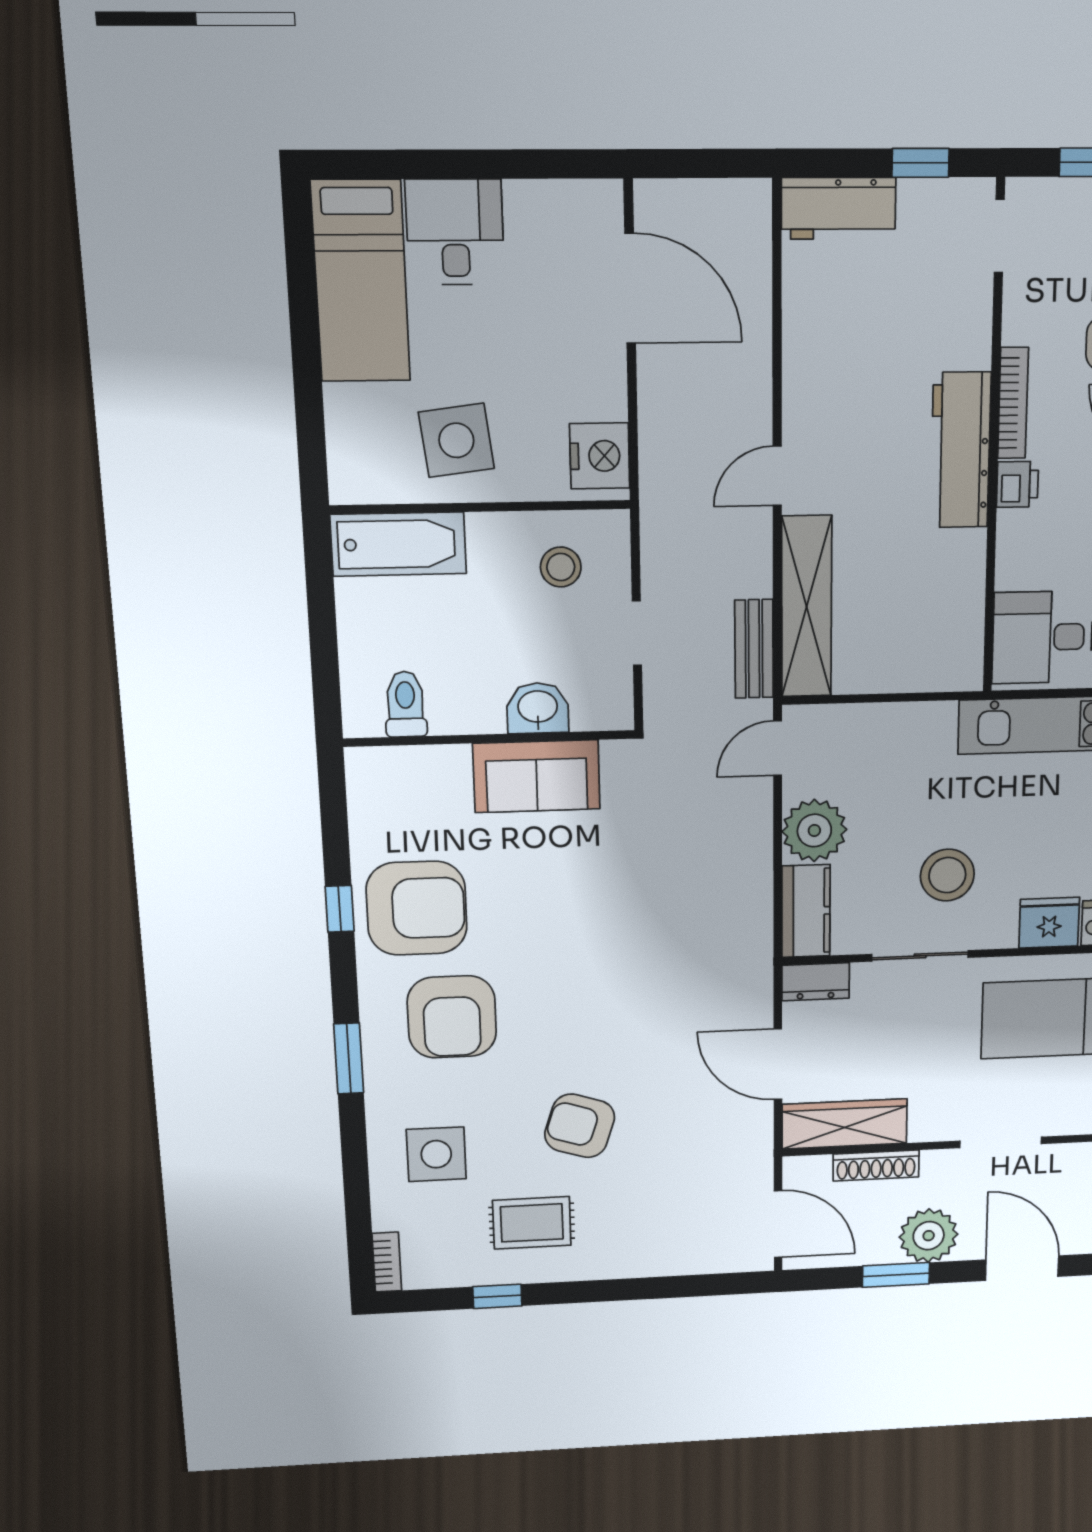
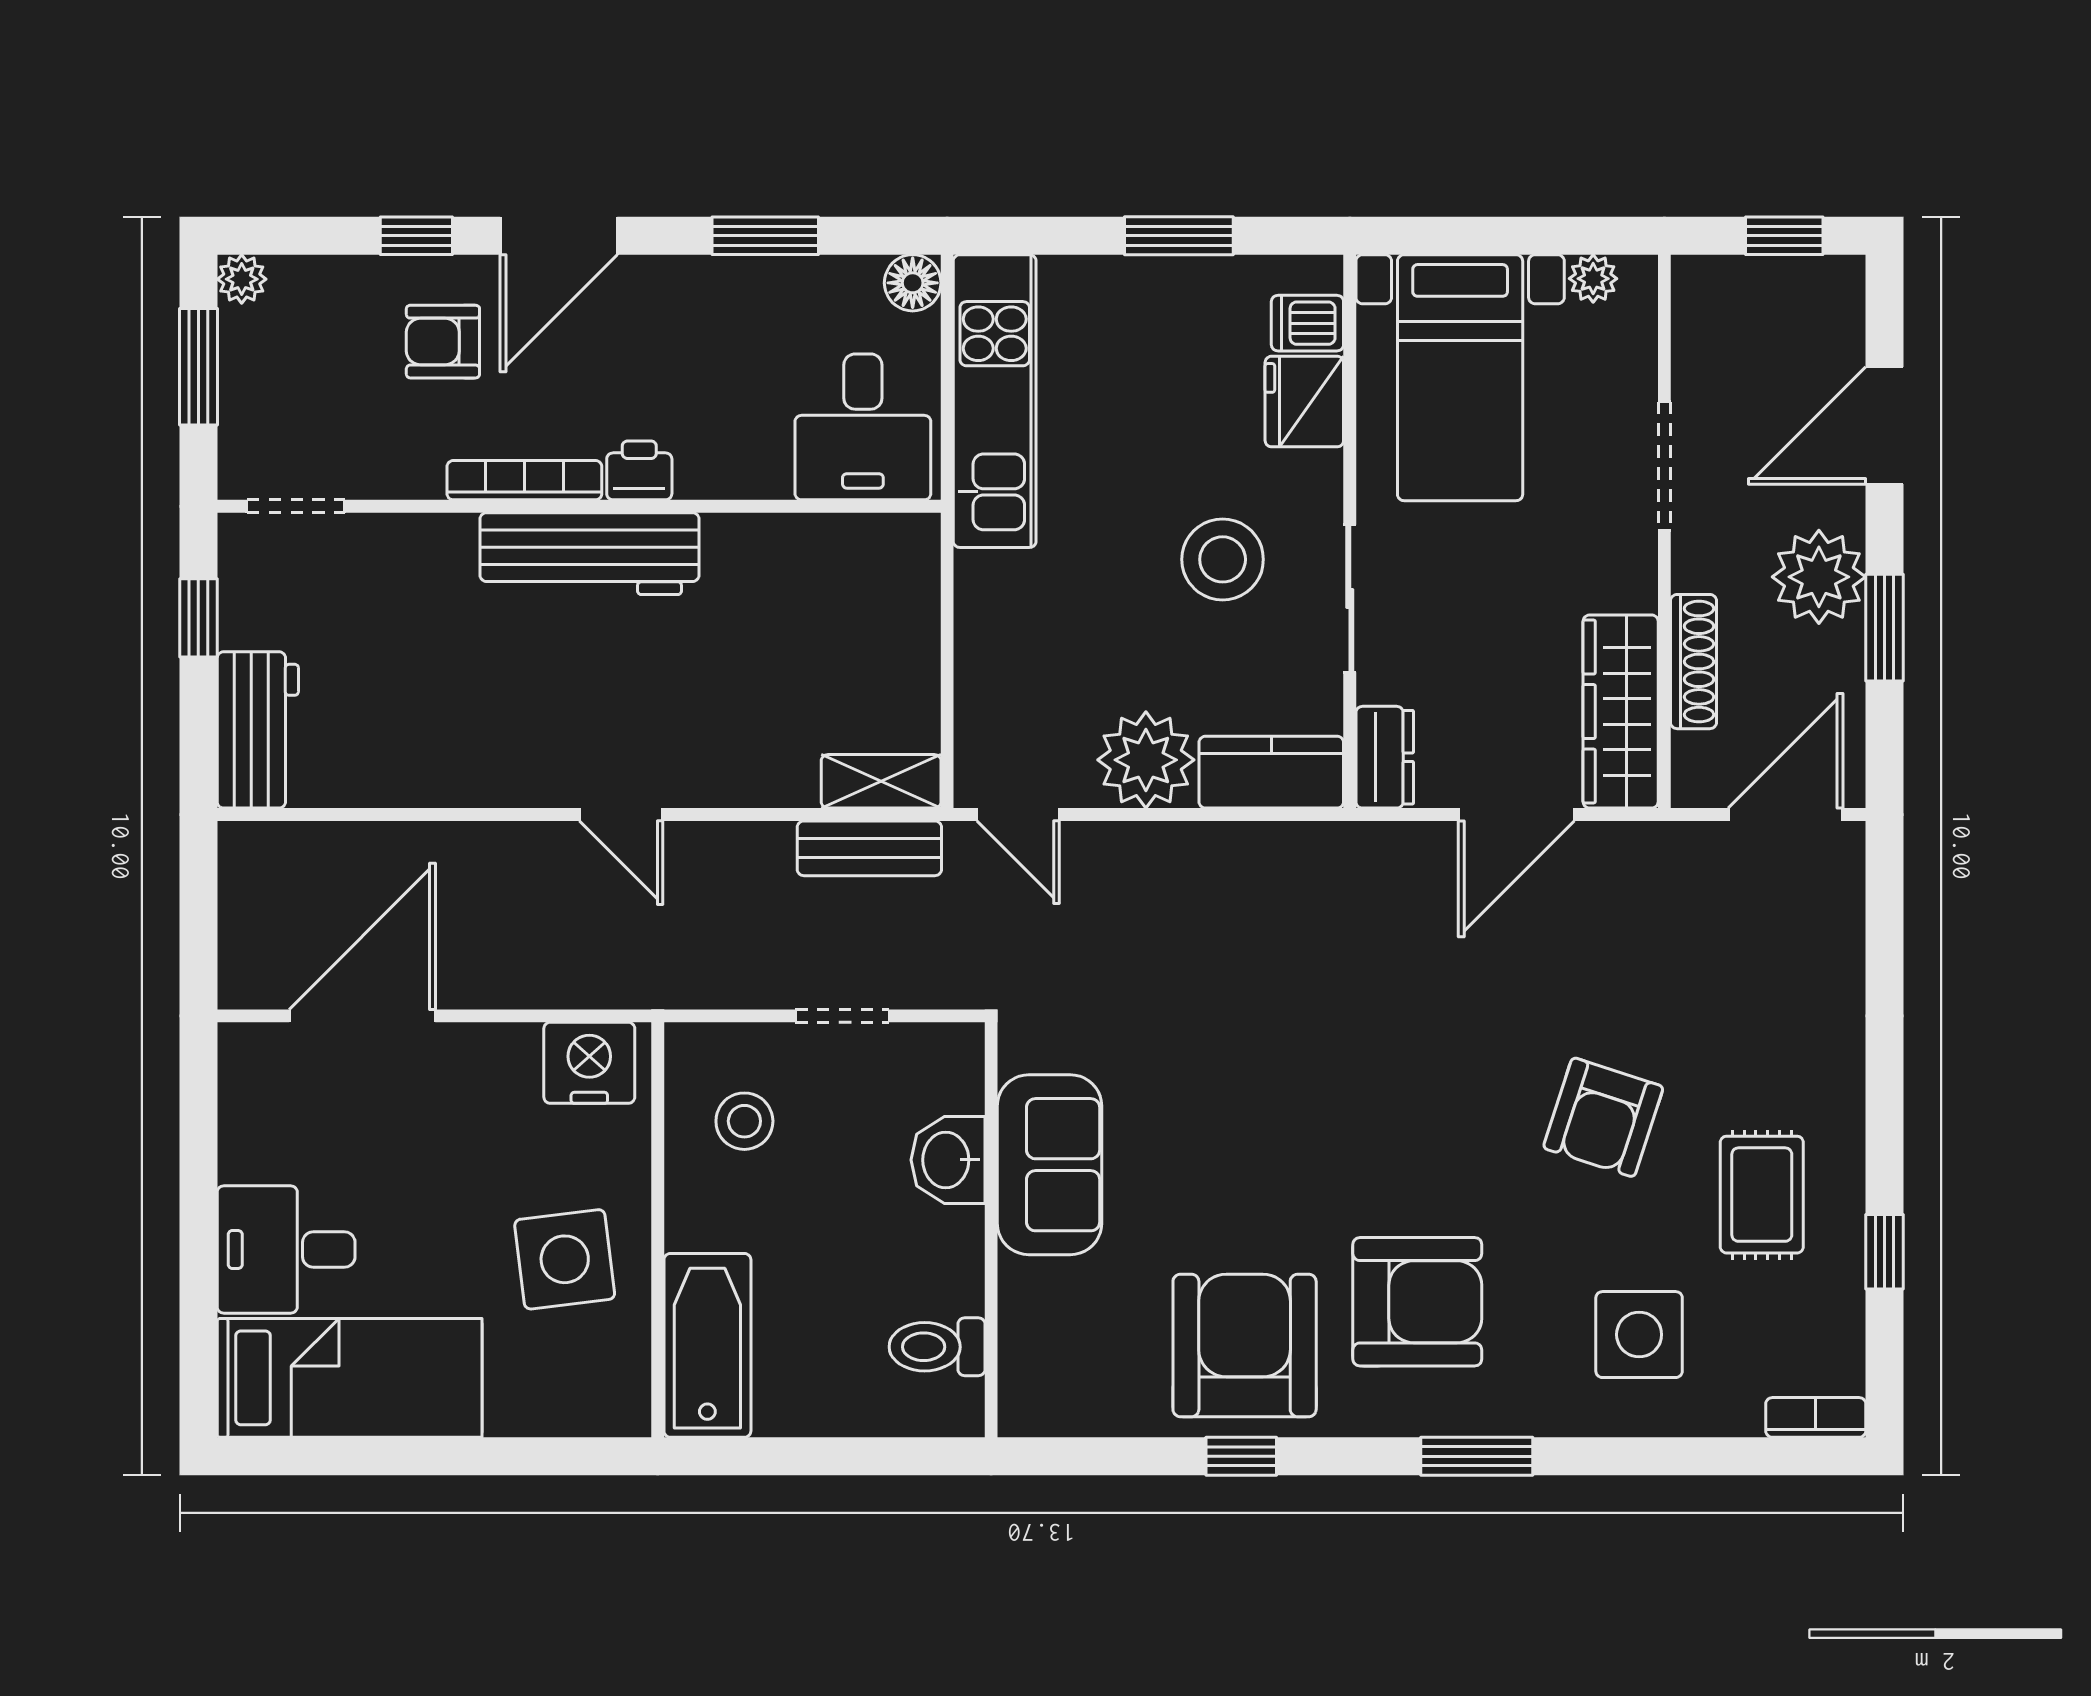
shelving: (807, 607) -> (881, 781), width x0.45, depth x0.75

